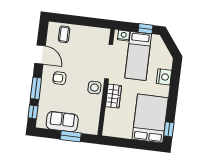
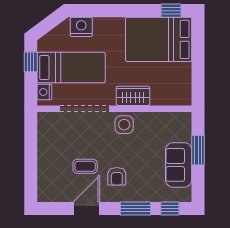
coffee table: (64, 34) -> (85, 166), moved
nightstand: (164, 77) -> (81, 27), moved

